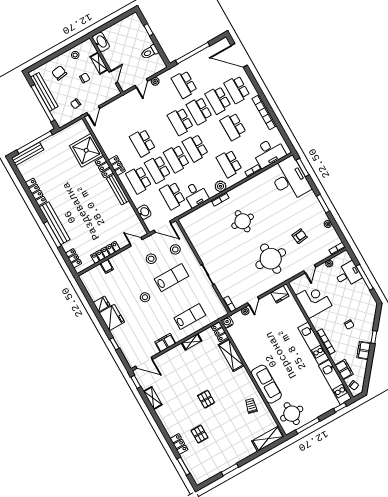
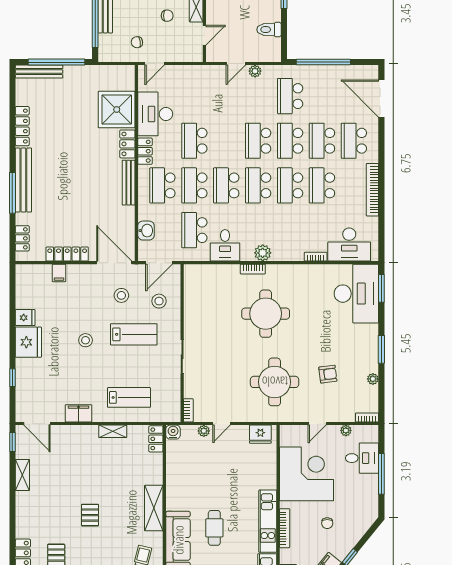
desk: (110, 140) -> (155, 114), added
school desk: (229, 164) -> (290, 185), moved
round table: (243, 221) -> (266, 314), width x1.36, depth x1.36
door: (163, 227) -> (159, 263), hinge flipped
door: (136, 242) -> (114, 263), width x1.87
corner desk: (314, 301) -> (306, 474), width x1.36, depth x1.36
shelving: (231, 355) -> (154, 508), moved
cafe table: (284, 365) -> (214, 528), added

